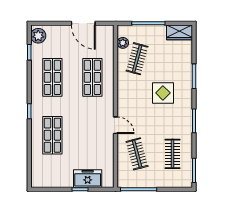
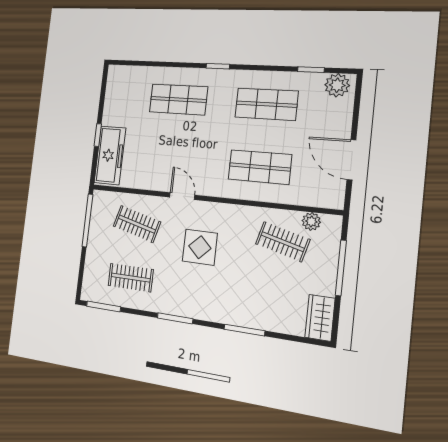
door: (83, 23) -> (351, 160), hinge flipped
display table: (163, 93) -> (200, 247), moved
door: (116, 125) -> (182, 196), swing flipped
clothes rail: (137, 154) -> (137, 224), turned 30
freezer: (88, 179) -> (110, 155), width x1.40

